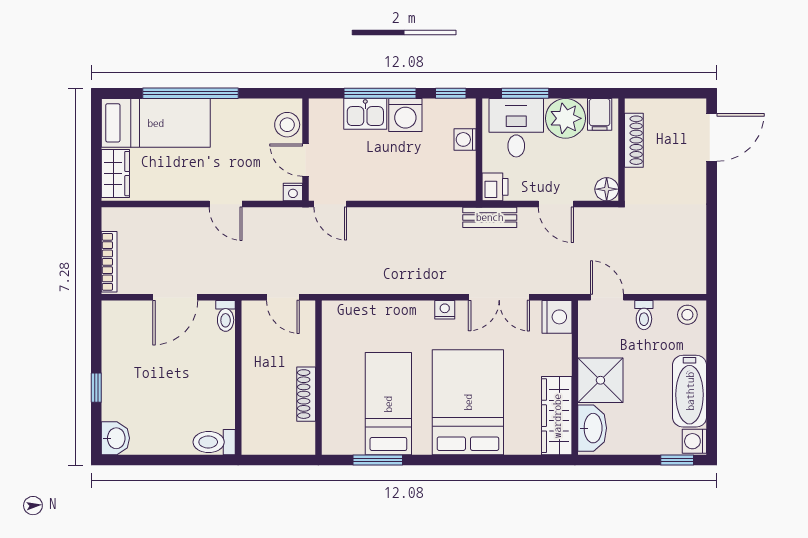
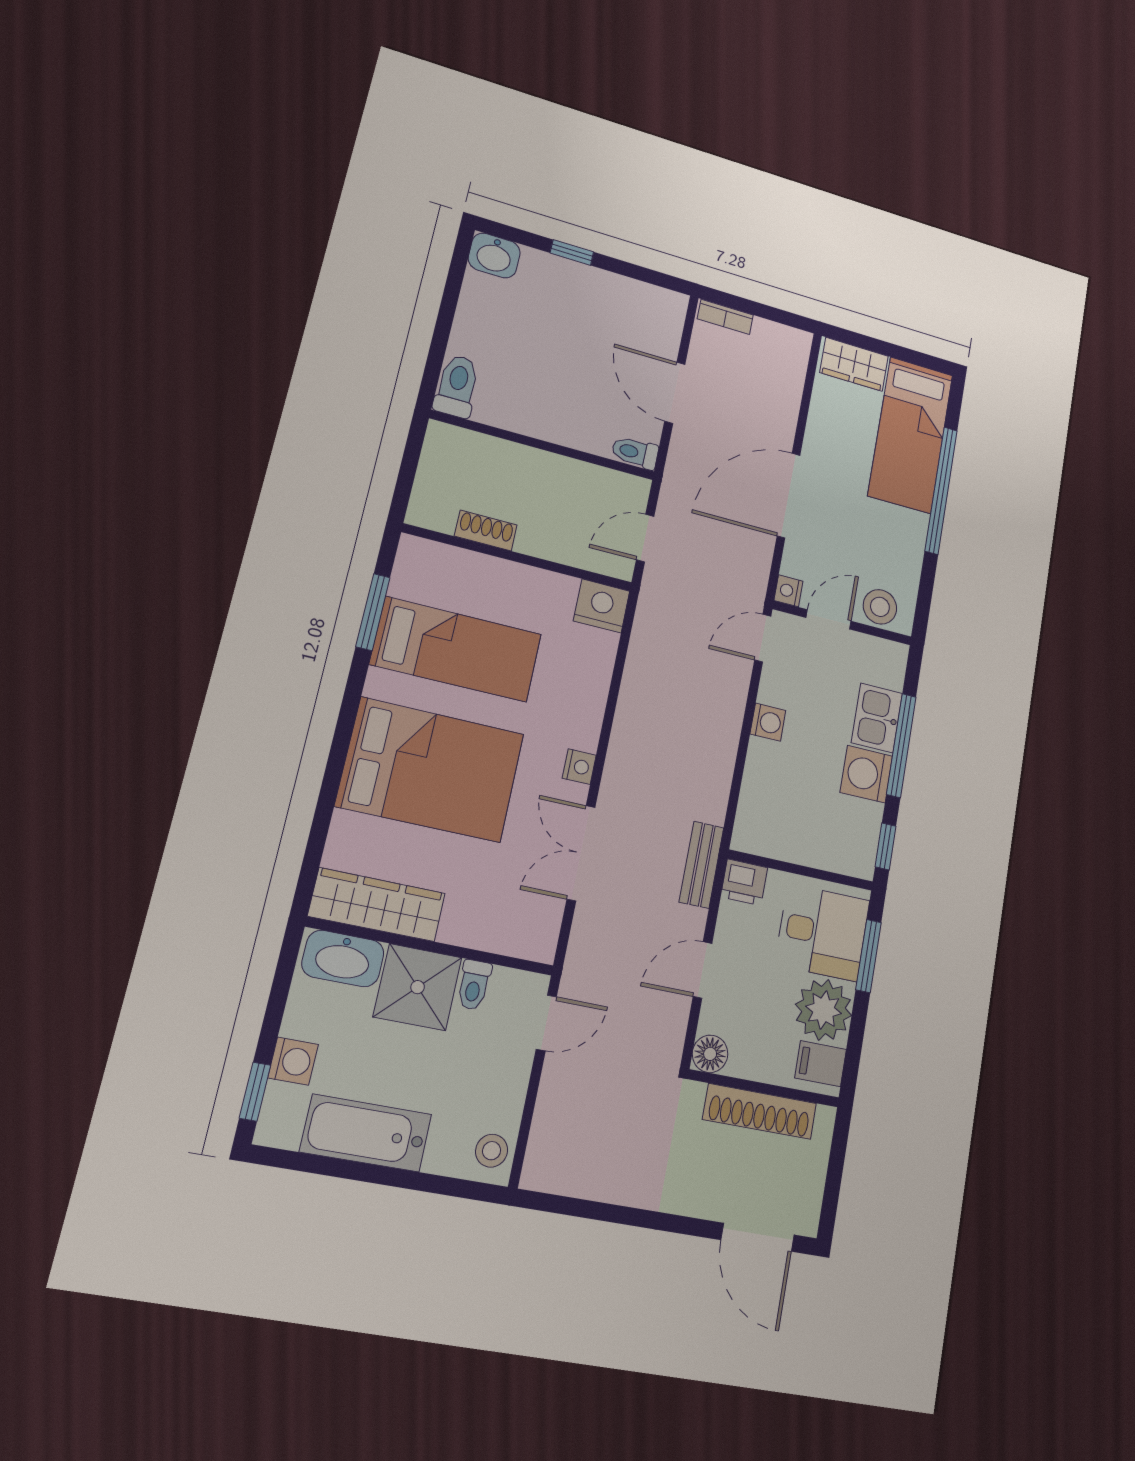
washing machine: (465, 139) -> (768, 722), moved, turned 90
shoe rack: (634, 140) -> (760, 1111), width x1.36, depth x1.24
door: (226, 204) -> (789, 495), width x1.88
bookcase: (109, 262) -> (725, 317), width x0.64
toilet: (644, 315) -> (474, 985), moved, turned -90
nightstand: (557, 317) -> (602, 606), moved, turned 180
shoe rack: (306, 394) -> (486, 530), width x0.70
washing machine: (694, 441) -> (293, 1061), moved, turned 90

